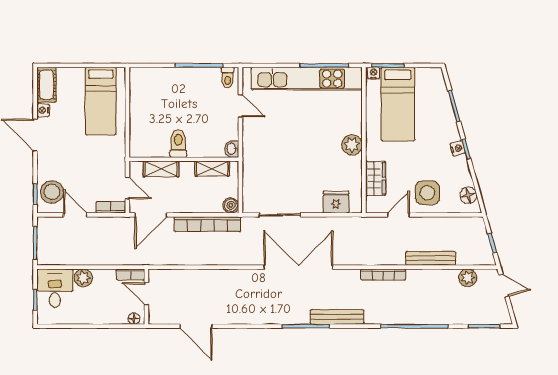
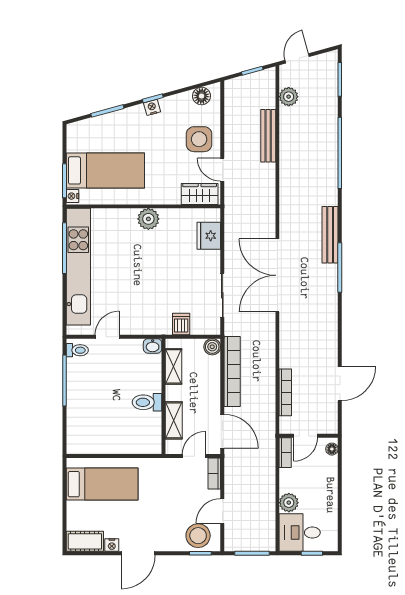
dishwasher: (252, 176) -> (181, 324), added
wardrobe: (376, 178) -> (200, 194), moved
bookcase: (383, 274) -> (285, 392), moved

